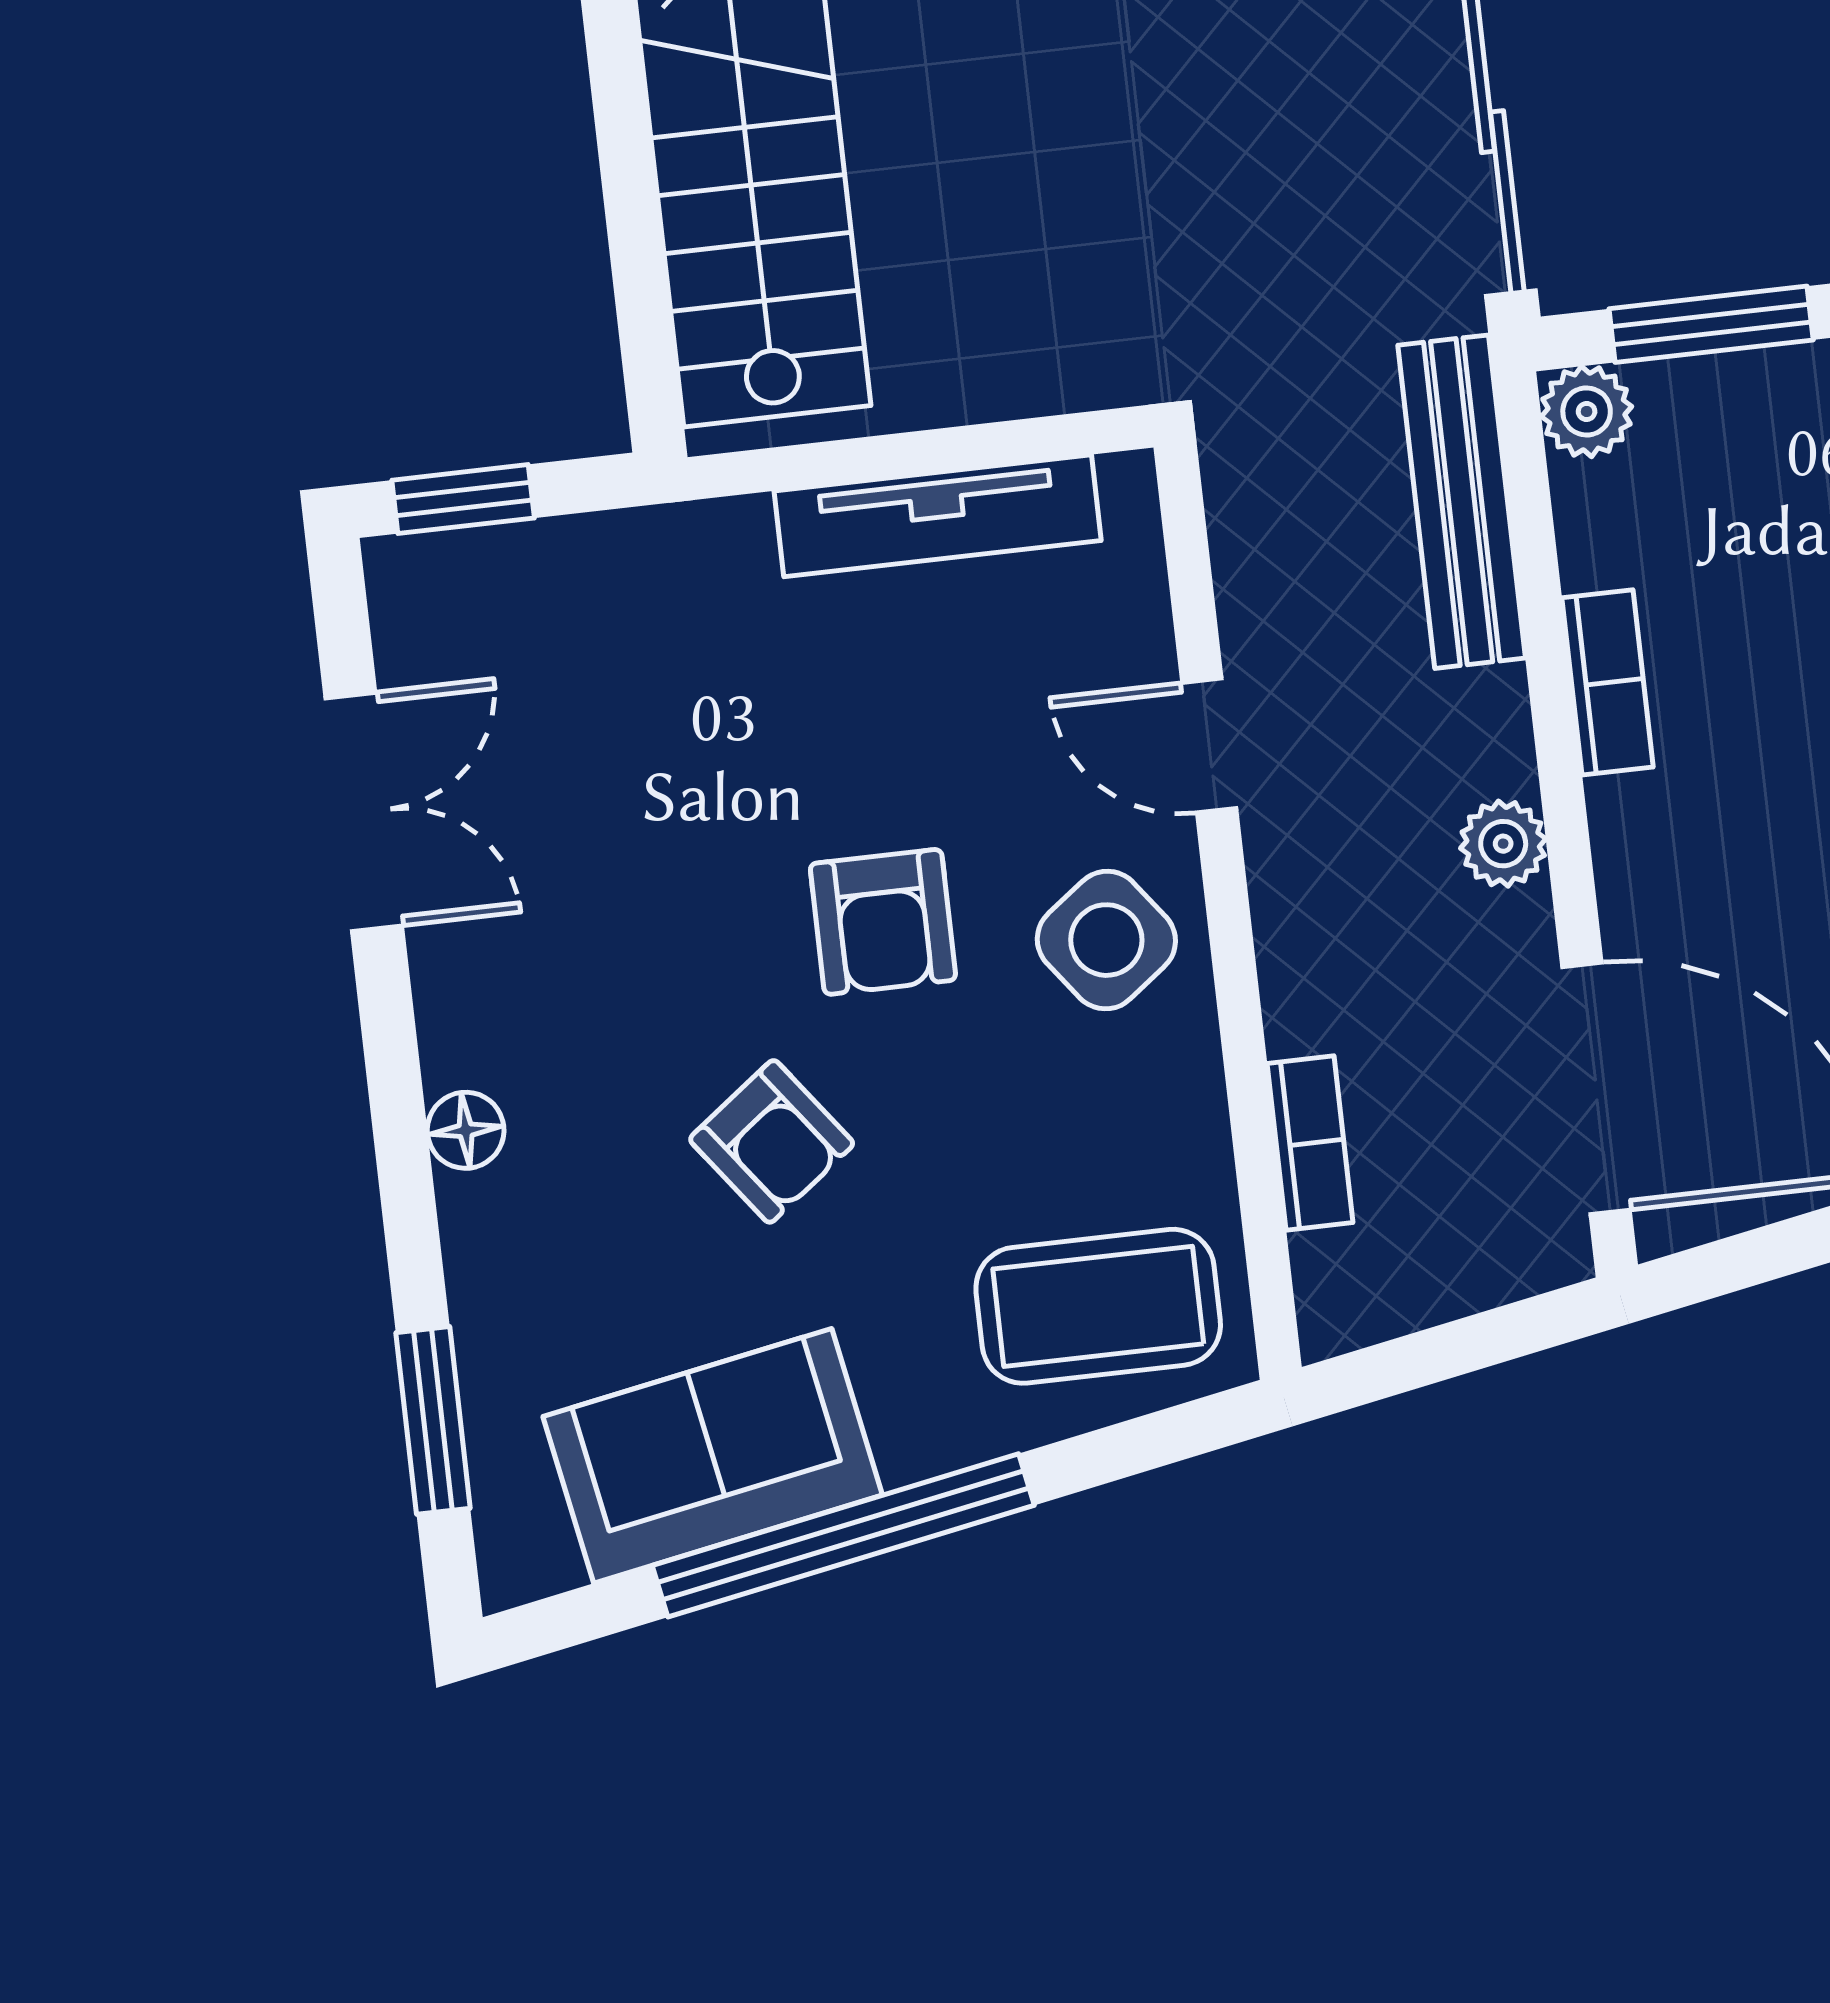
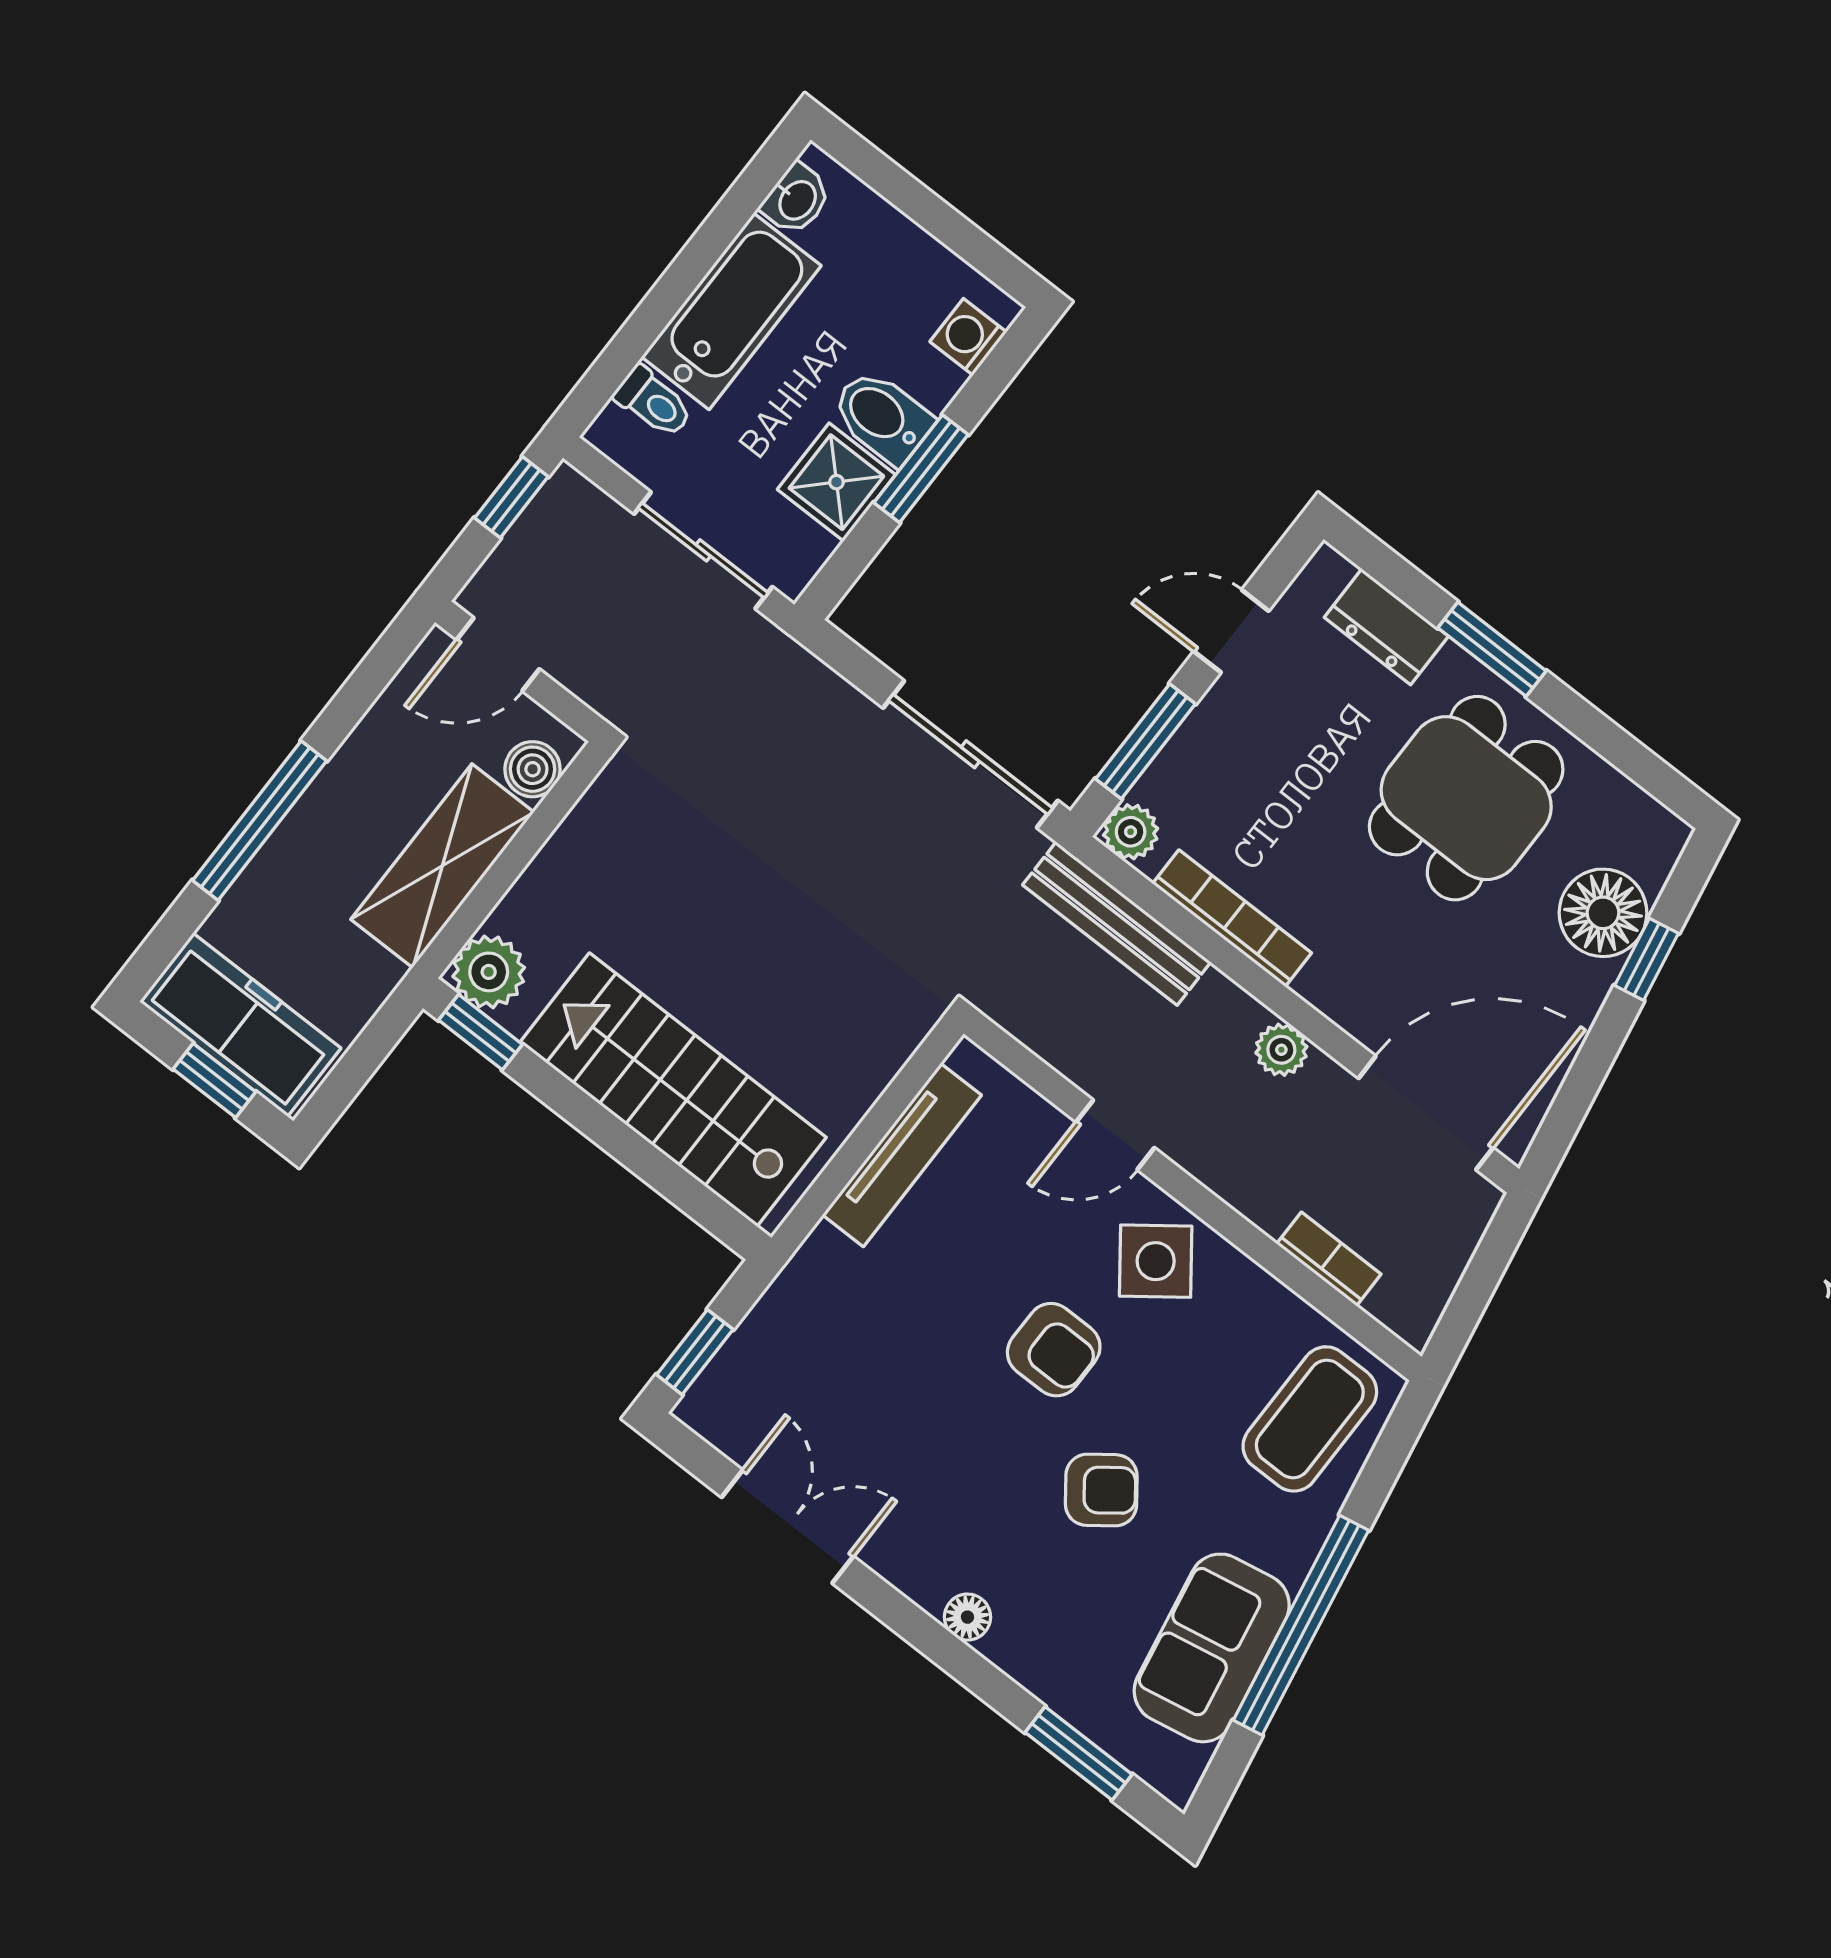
bookcase: (1608, 682) -> (1232, 918), width x1.56

